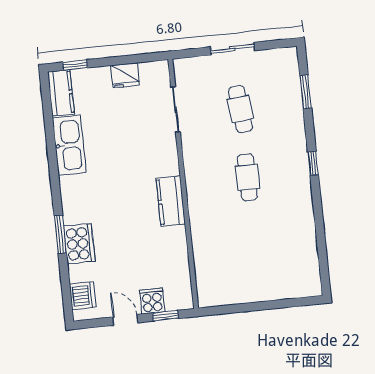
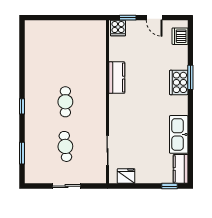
fridge: (125, 75) -> (126, 176), moved
kitchen counter: (171, 201) -> (117, 78), moved
cooker: (79, 244) -> (179, 82), moved
cooker: (152, 301) -> (118, 28), moved

